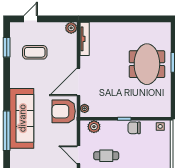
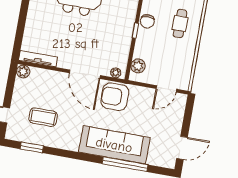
coffee table: (35, 52) -> (43, 117), turned 90
armchair: (64, 111) -> (115, 97), turned 90
cafe table: (106, 156) -> (180, 24), moved

